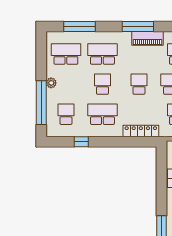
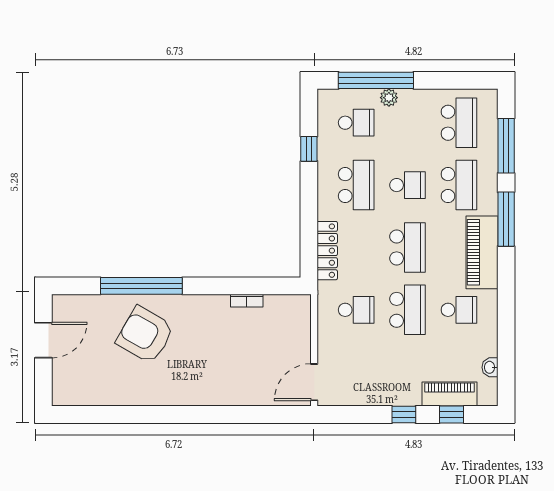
window: (138, 26) -> (506, 219), moved
piano: (148, 38) -> (482, 252), width x1.37, depth x1.33
plant: (51, 83) -> (389, 98), moved
school desk: (139, 84) -> (408, 247), width x1.85

